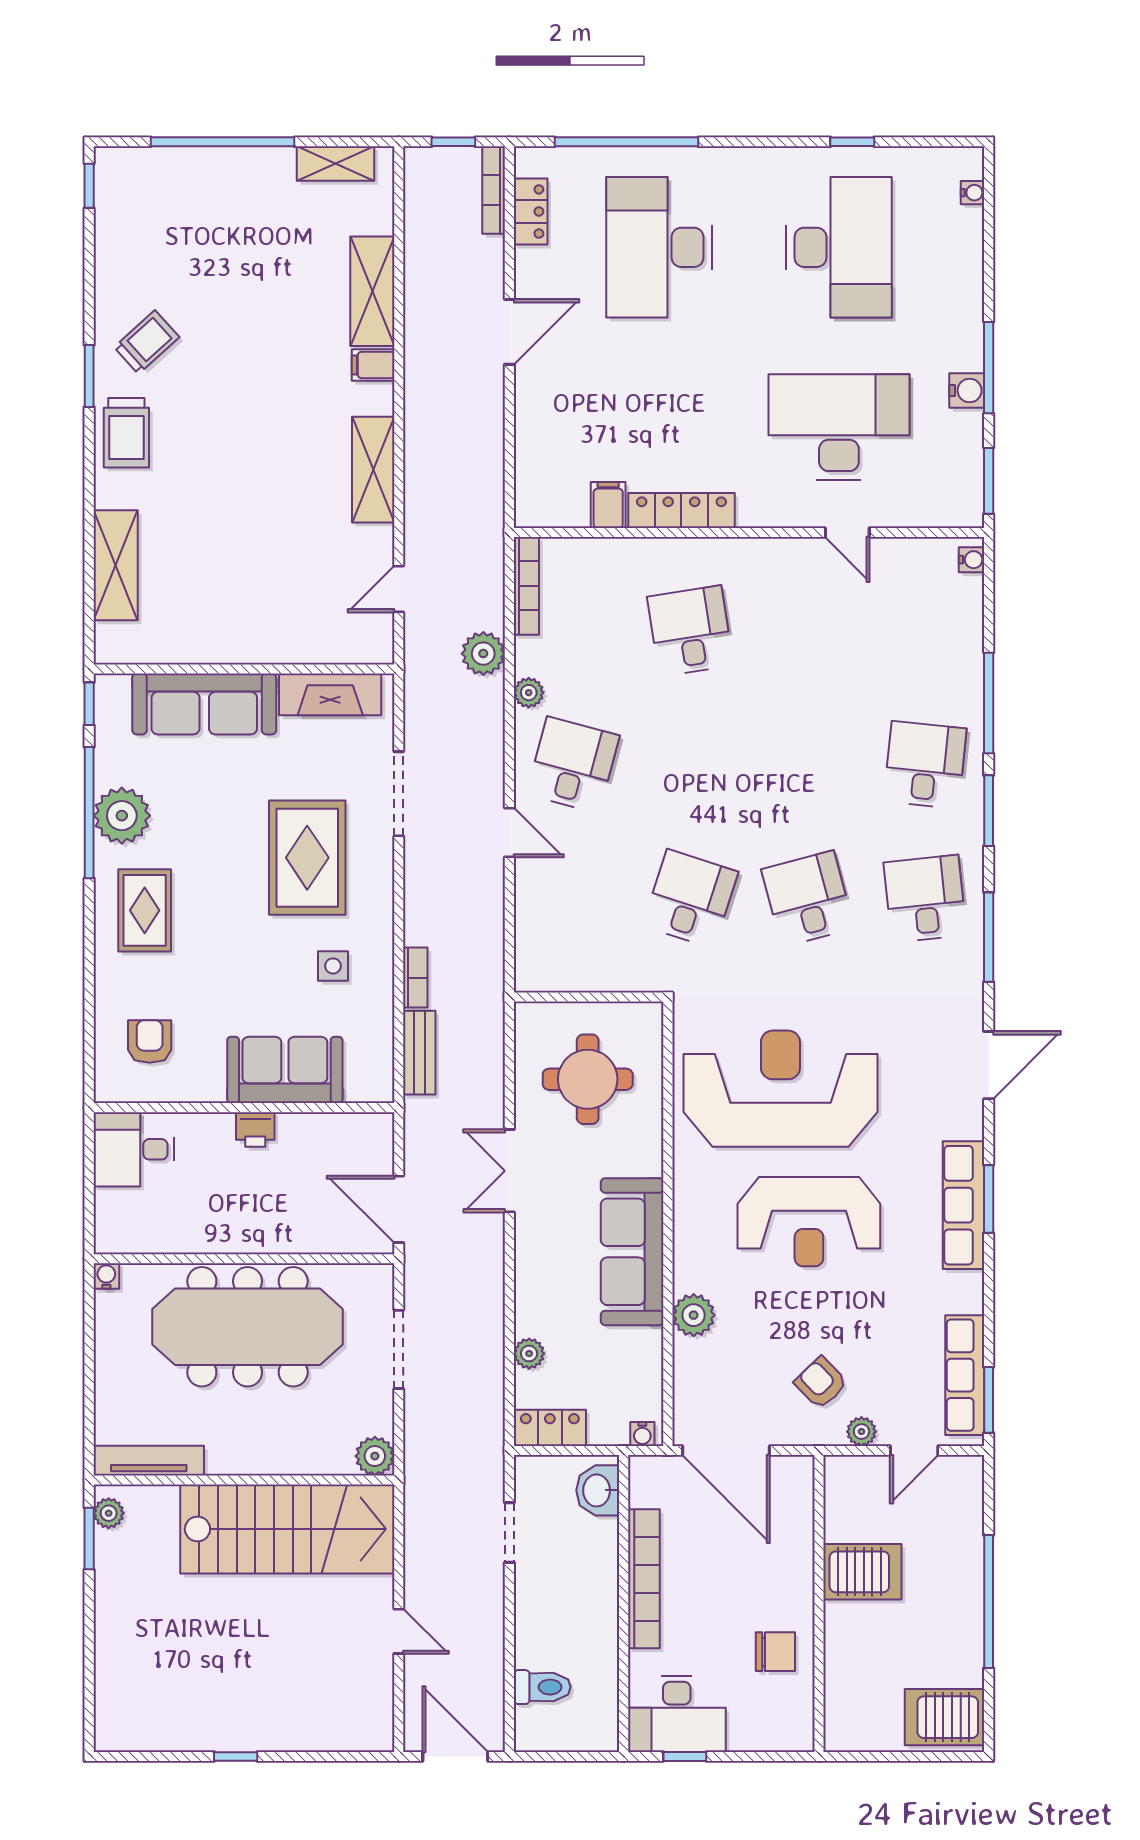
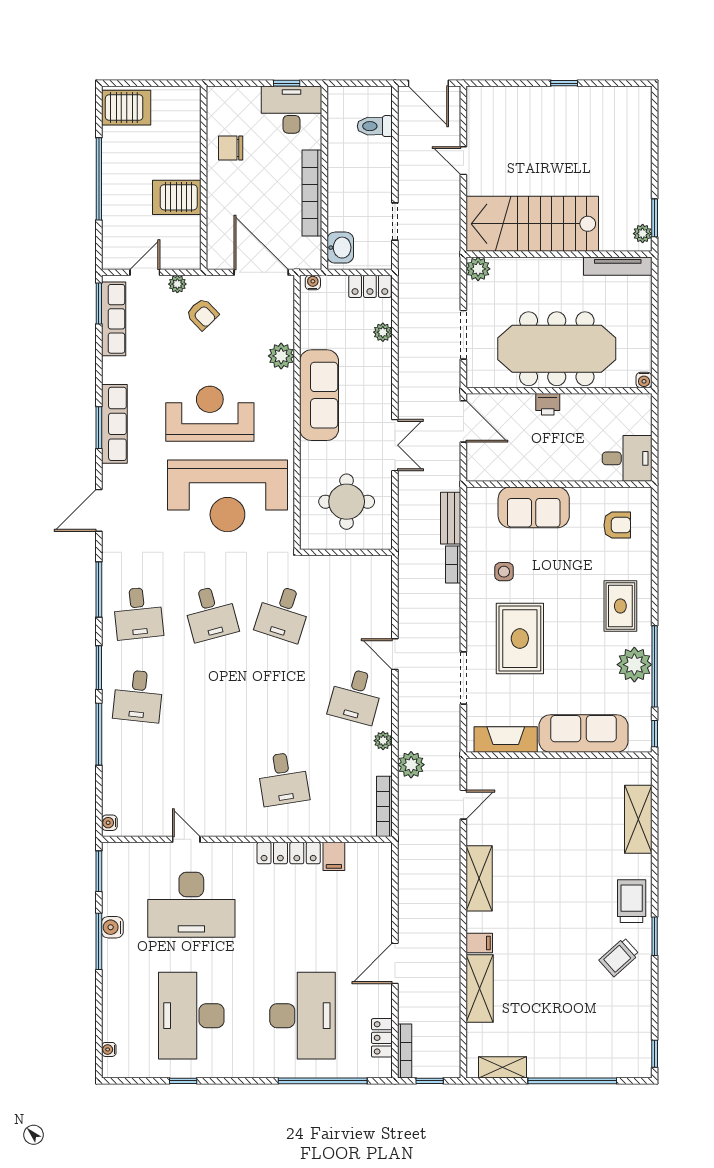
armchair: (150, 1041) -> (617, 525), turned -90
printer: (255, 1129) -> (548, 404), moved, turned 180

